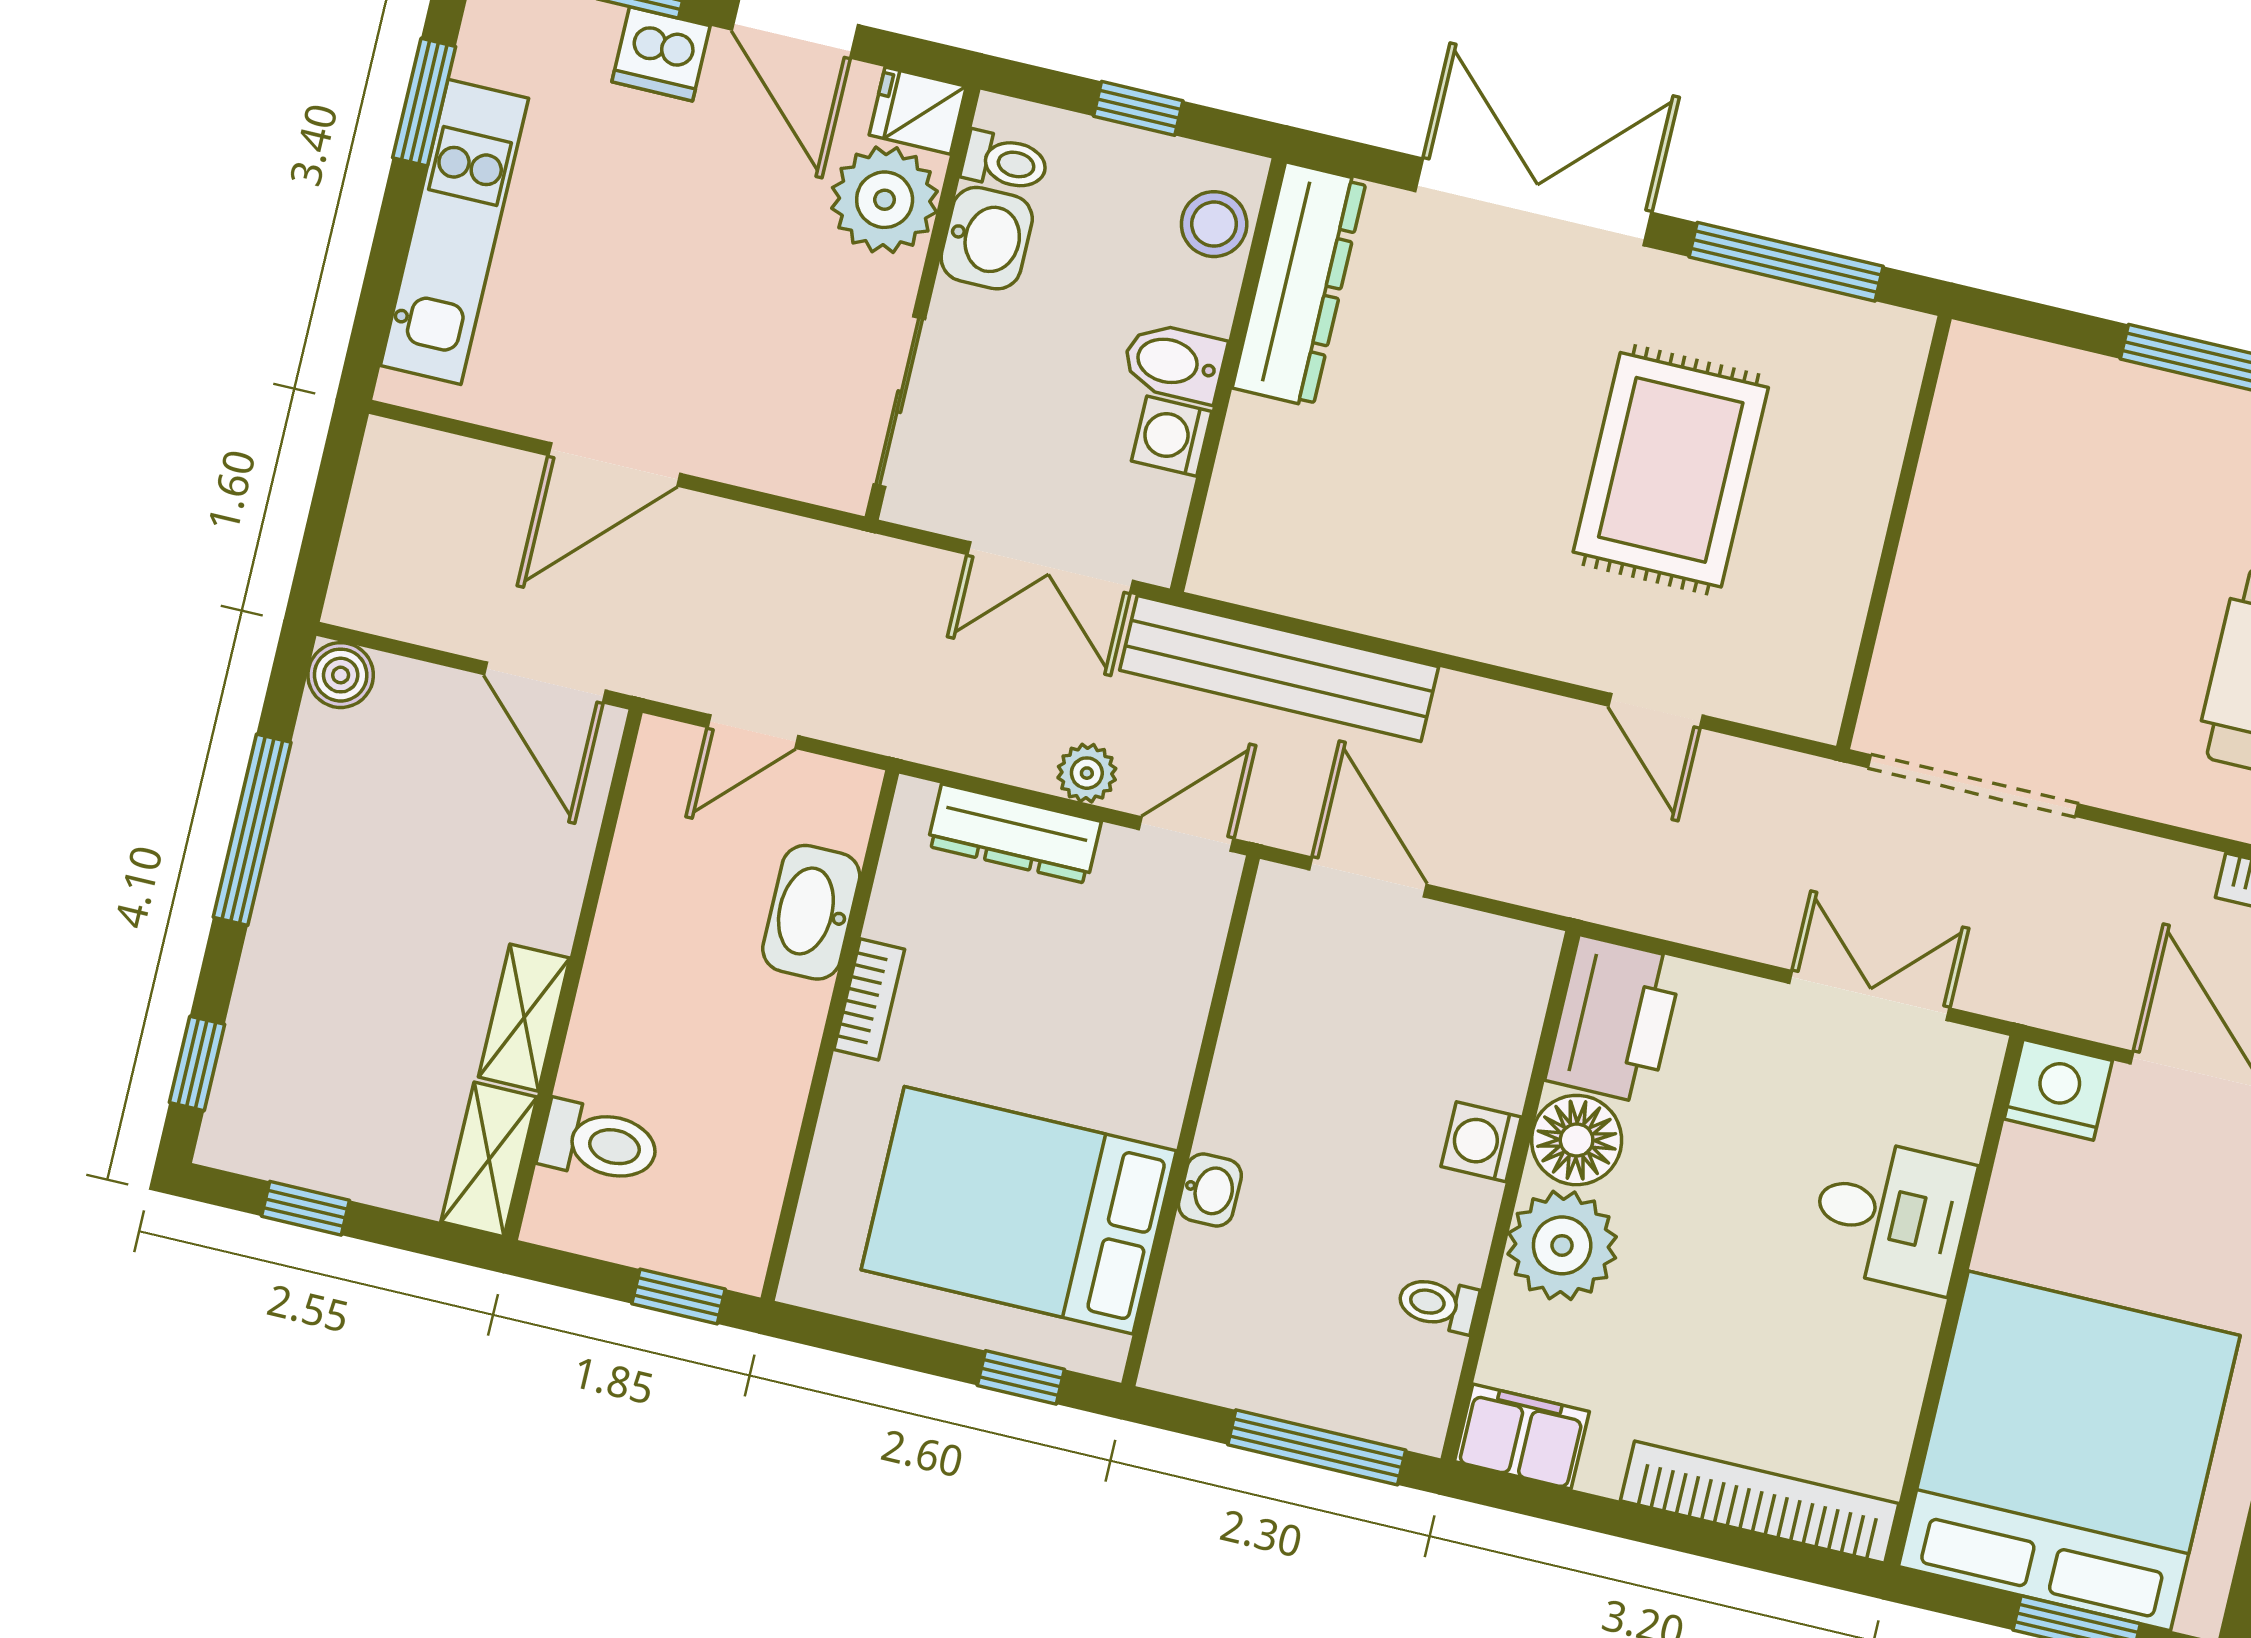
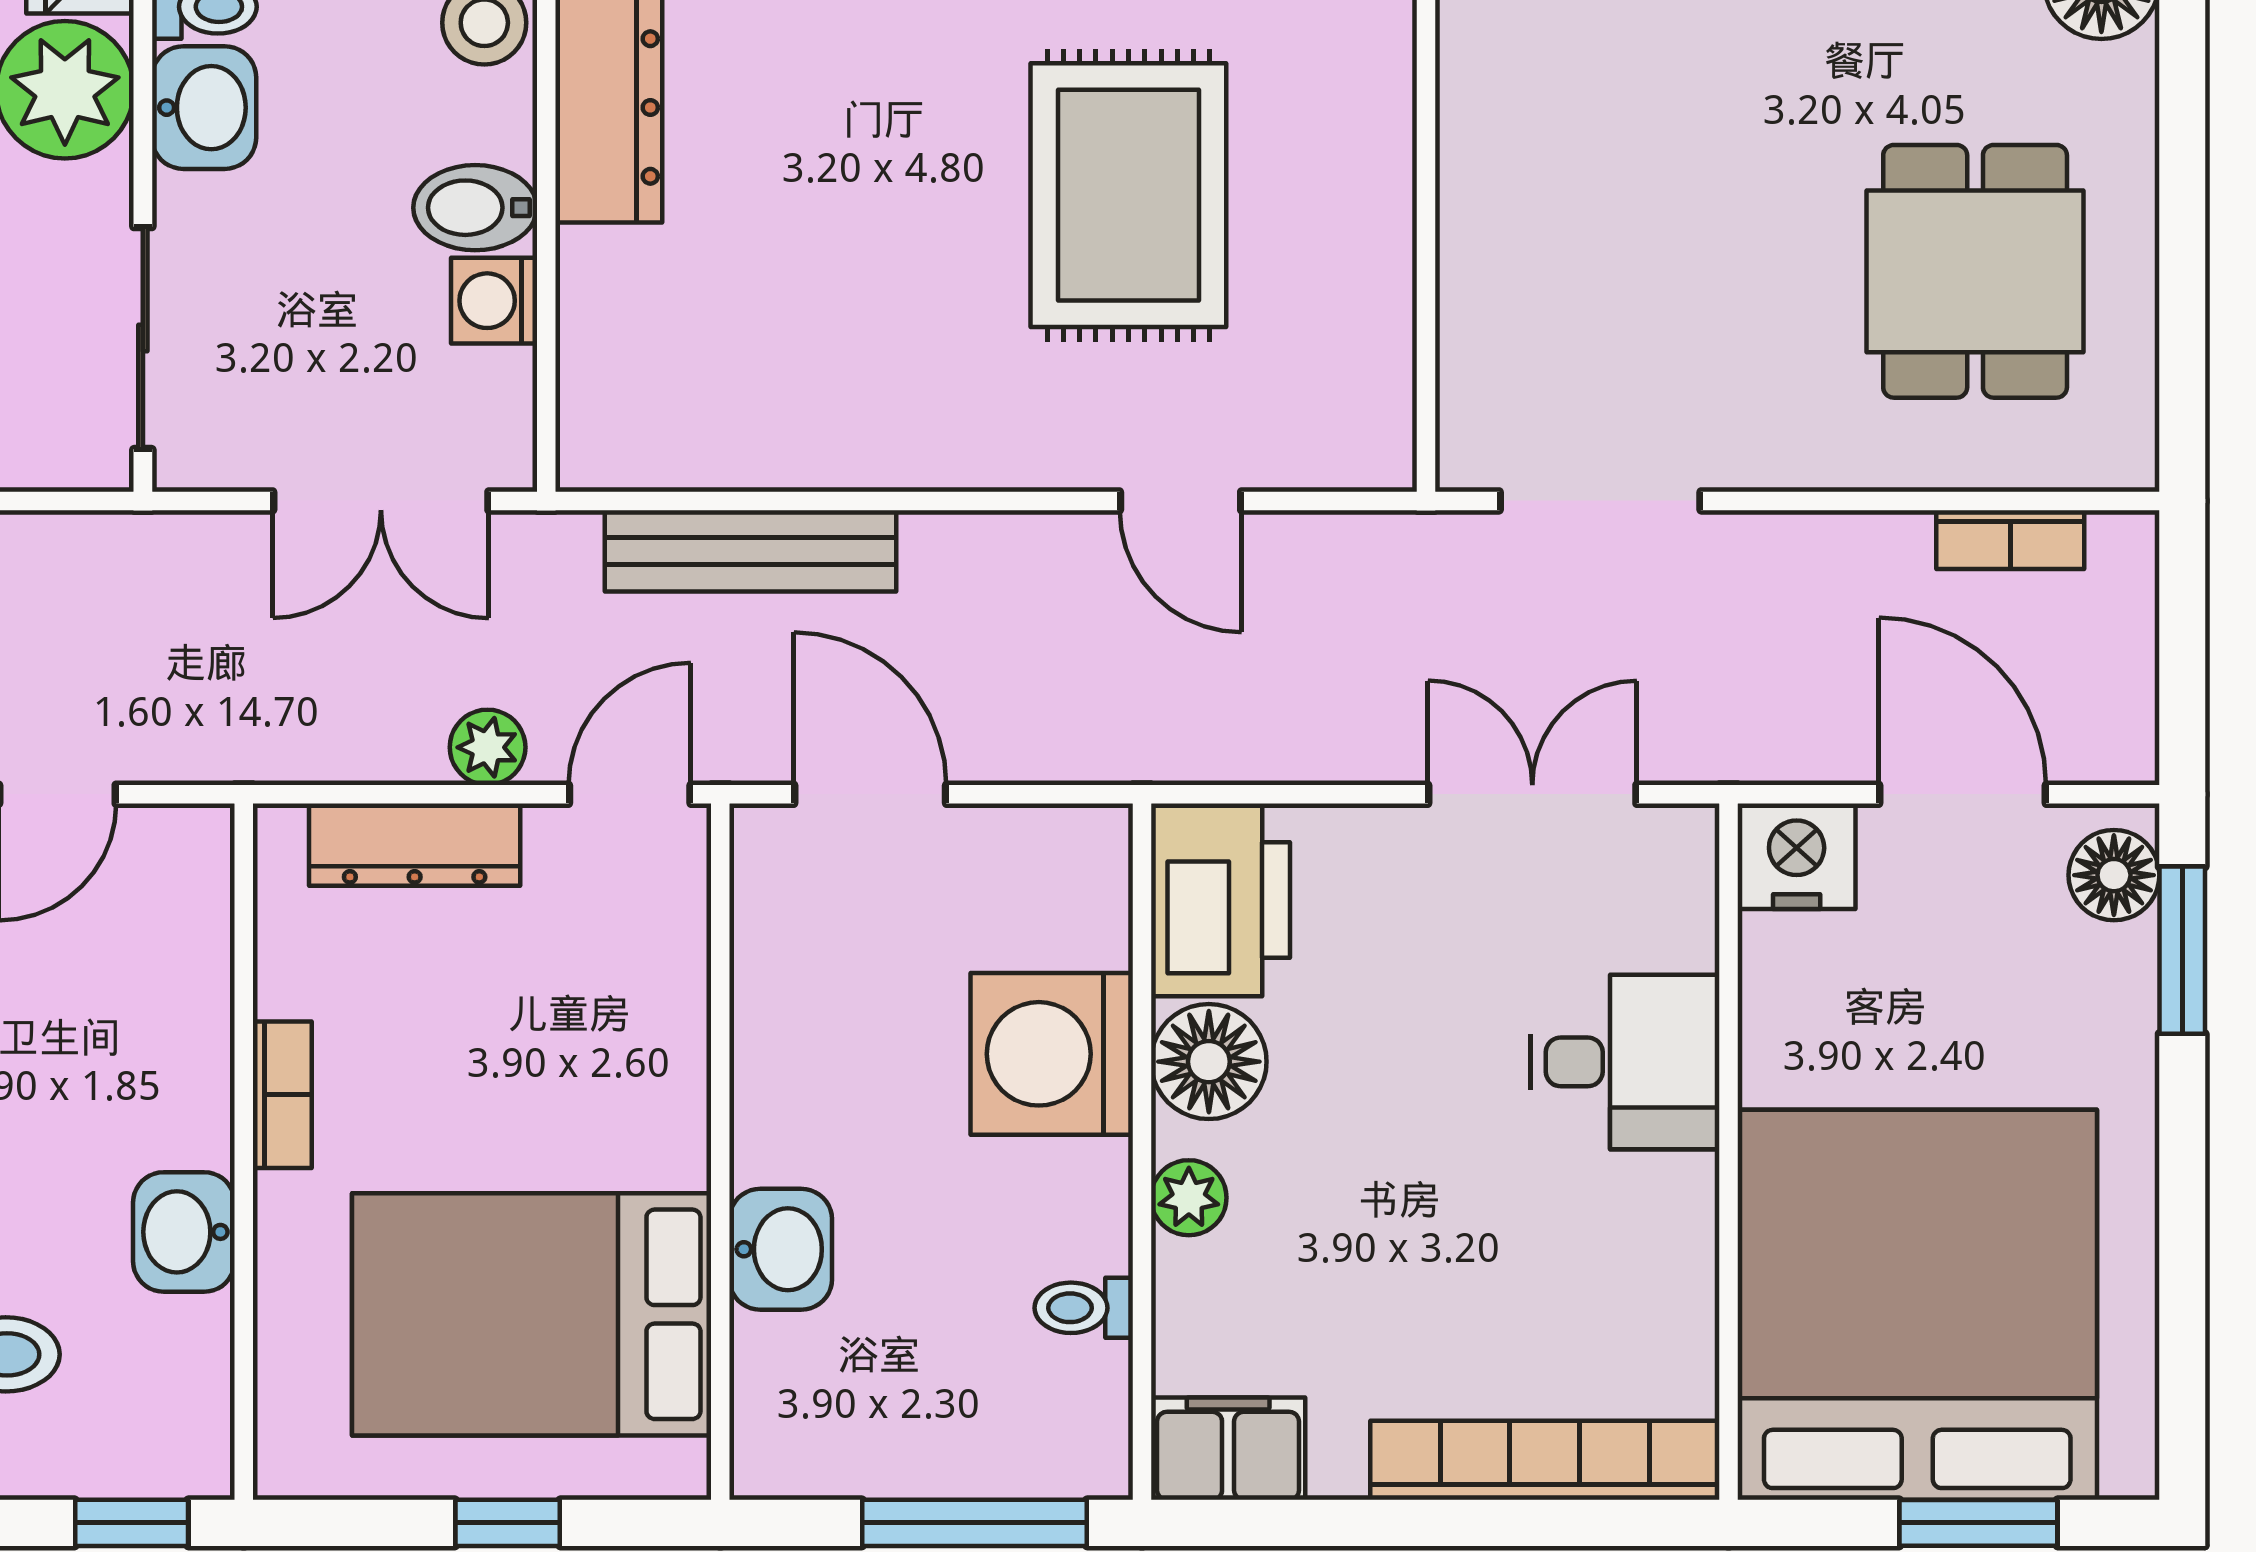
bench: (1279, 669) -> (751, 551), width x0.73, depth x0.82
doorway: (1973, 786) -> (1600, 501), width x0.73
washbasin: (811, 912) -> (184, 1232), moved, width x0.72
washing machine: (1481, 1142) -> (1052, 1054), width x1.89, depth x1.89
washbasin: (1210, 1190) -> (781, 1249), width x1.38, depth x1.45
plant: (1562, 1245) -> (1189, 1198), width x0.53, depth x0.53
window: (1021, 1377) -> (508, 1523), moved

